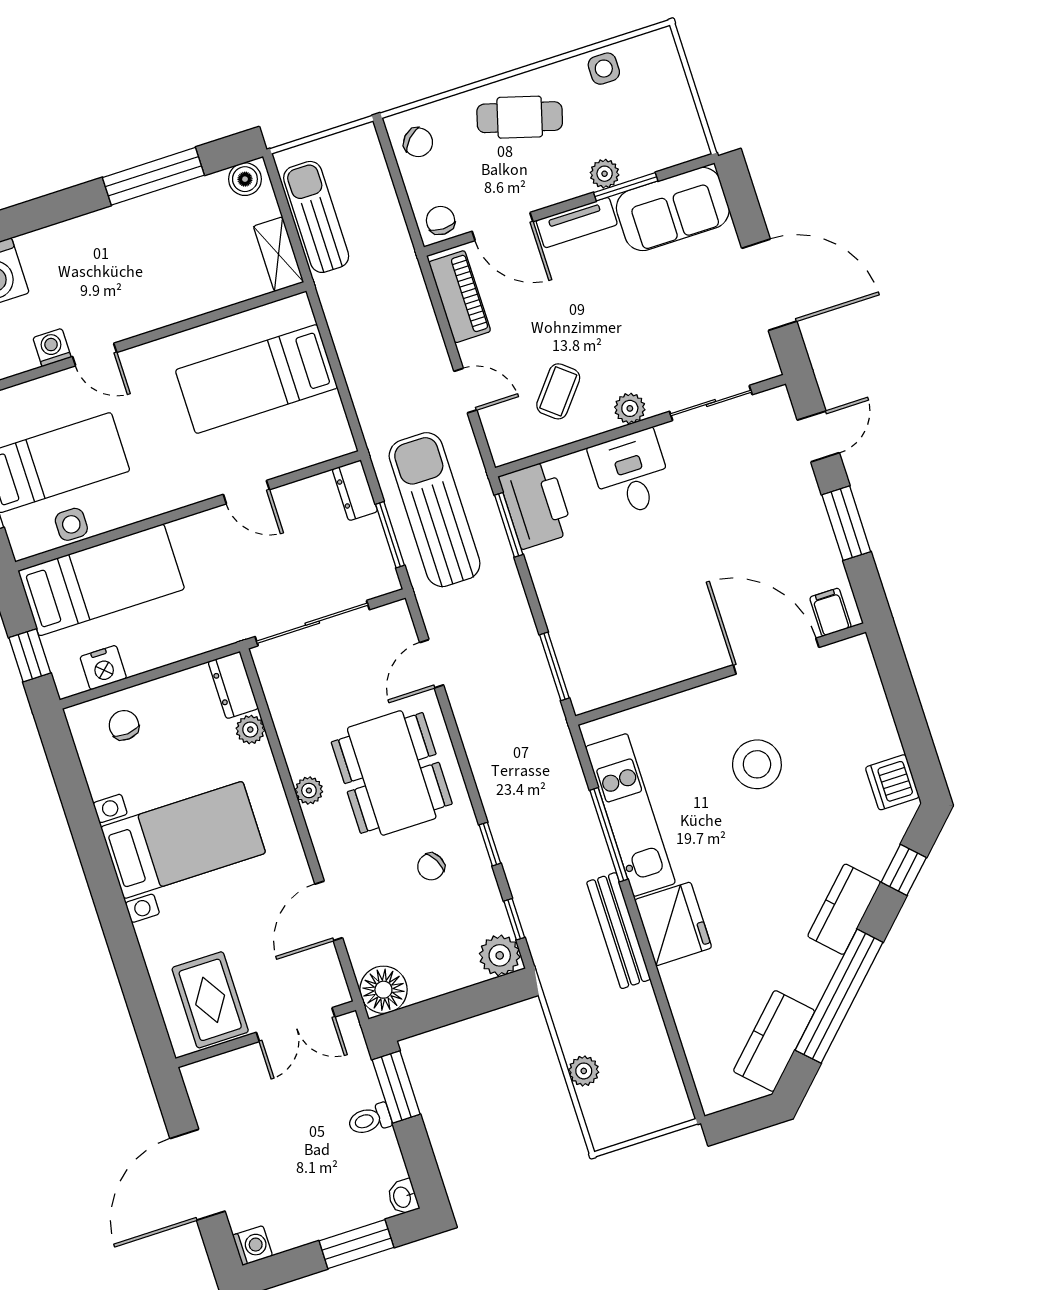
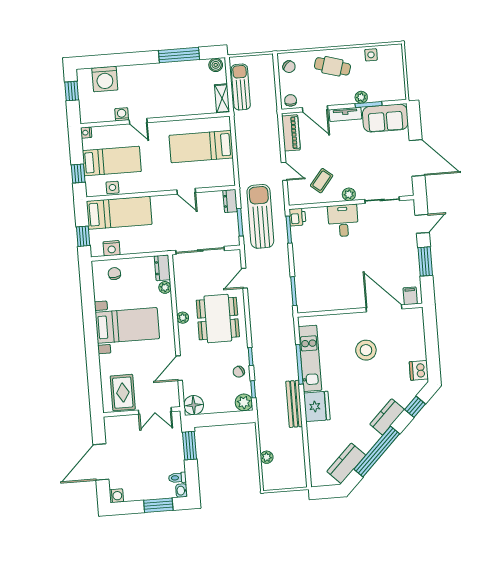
printer: (536, 505) -> (297, 217), width x0.53, depth x0.68
chair: (431, 867) -> (239, 372), moved
toilet: (370, 1120) -> (177, 478), moved

